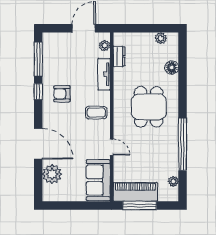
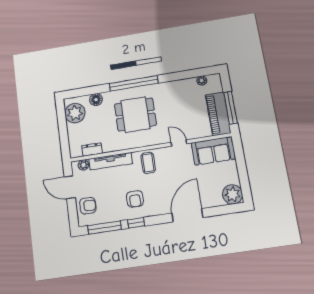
plant: (161, 38) -> (75, 113), width x1.88, depth x1.88
armchair: (62, 45) -> (88, 206), added
tv unit: (104, 74) -> (111, 161), width x1.41
window: (183, 144) -> (134, 83), moved
door: (112, 147) -> (179, 143), hinge flipped
plant: (52, 174) -> (233, 194), moved

